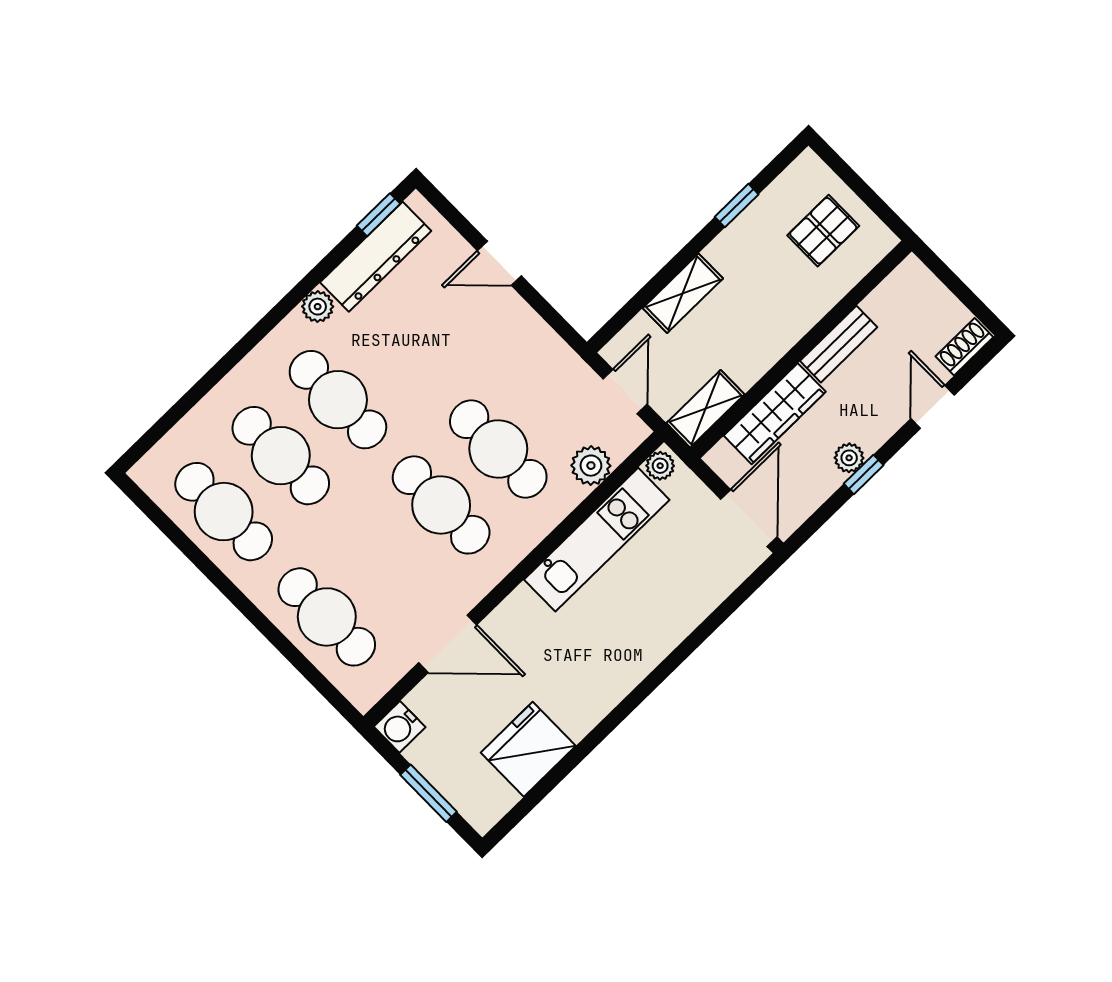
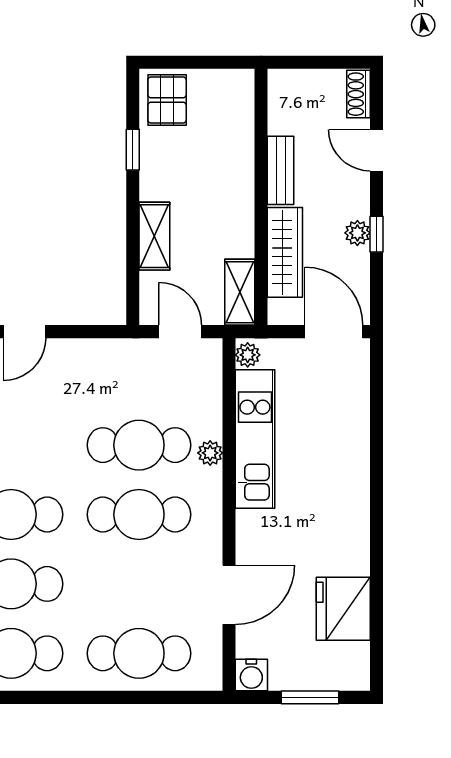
pallet: (823, 231) -> (167, 100), moved
plant: (591, 466) -> (210, 453), moved, width x0.73, depth x0.73

